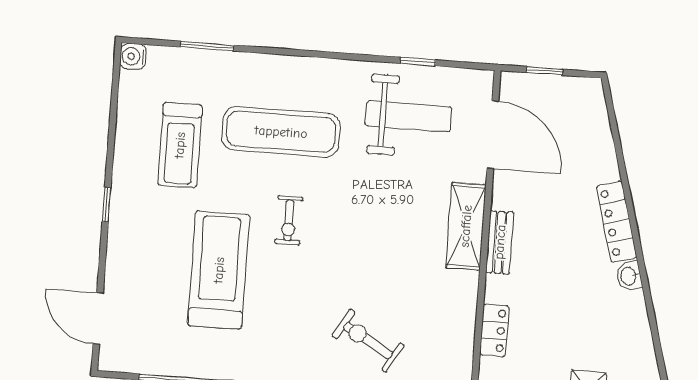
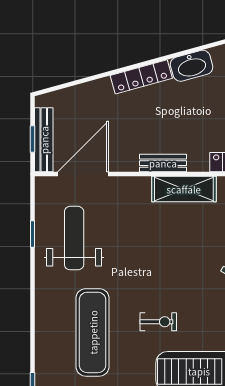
bench: (542, 86) -> (44, 140), added
shelving: (466, 226) -> (184, 189), moved
washbasin: (629, 276) -> (192, 66), width x1.91, depth x1.45

